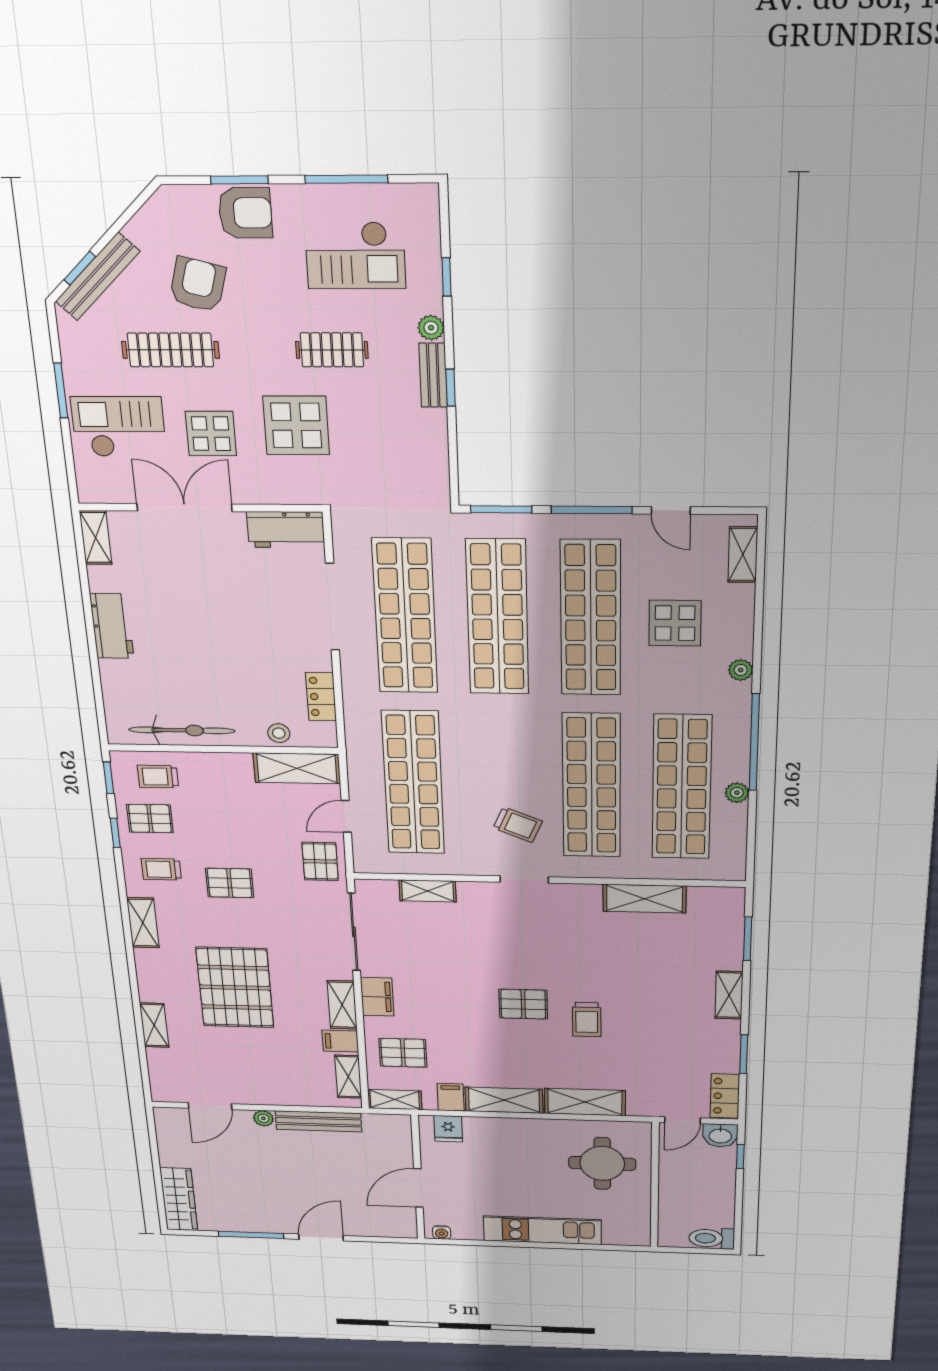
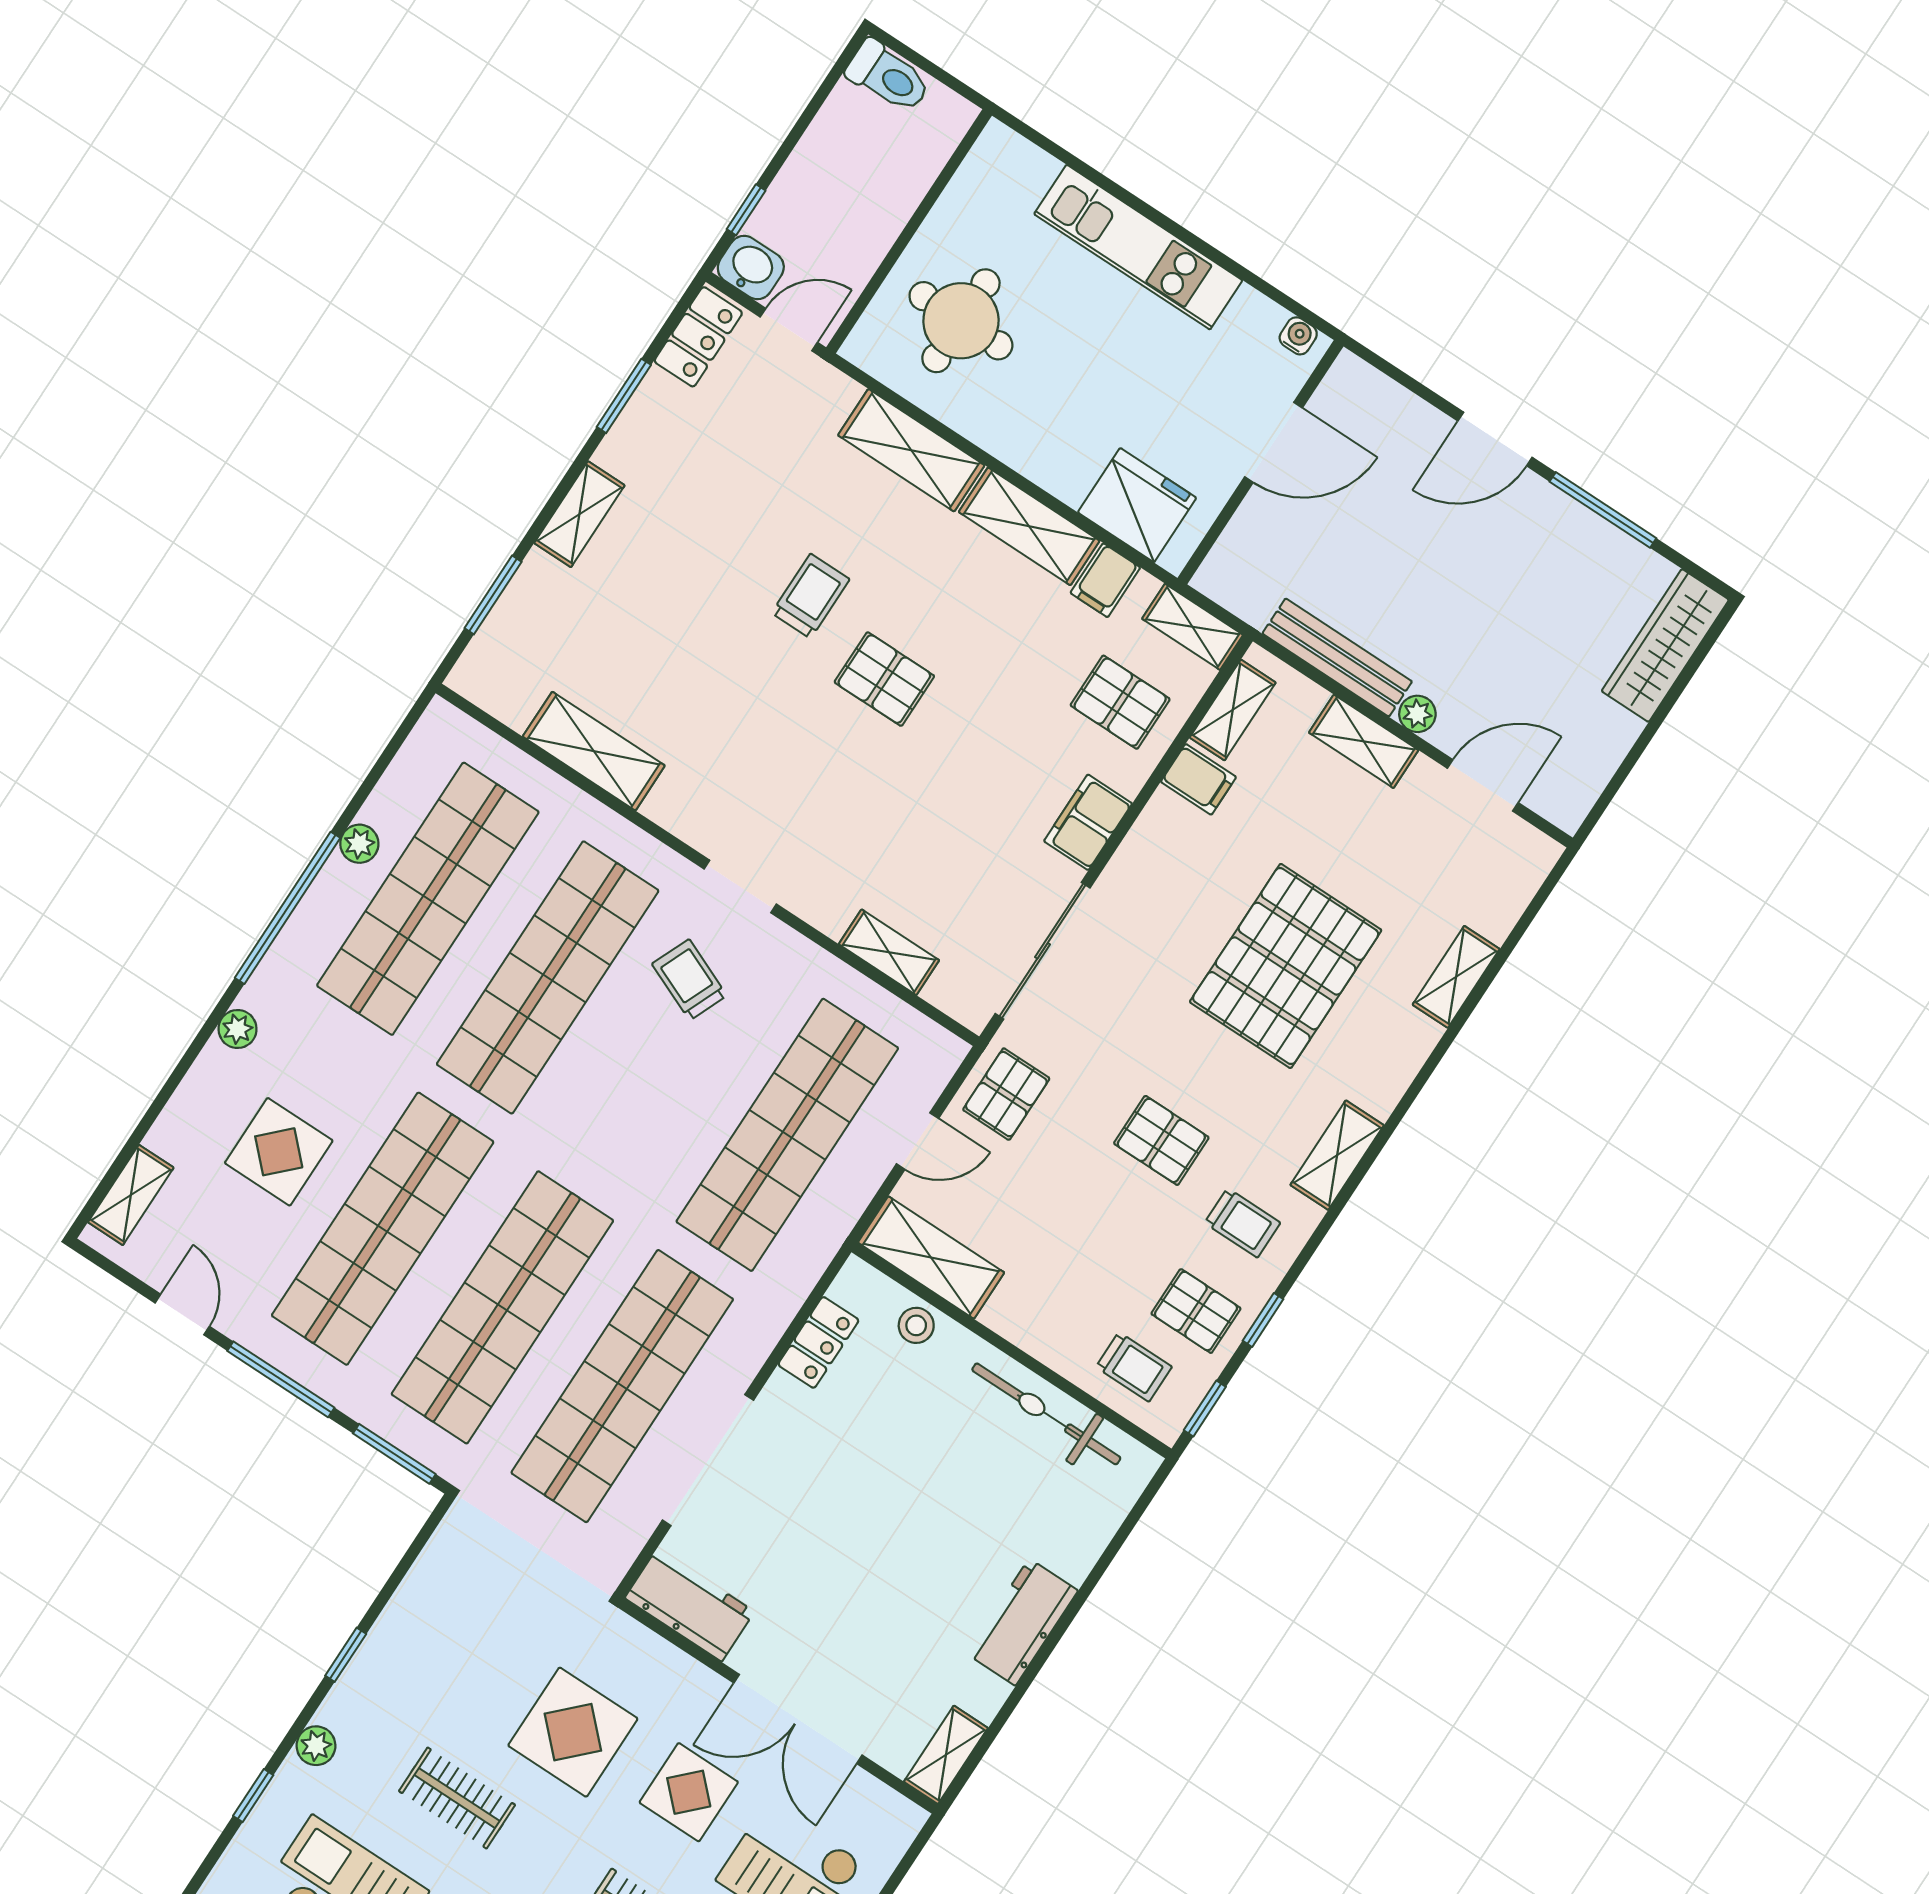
bench: (433, 375) -> (356, 1684), removed
shelving: (342, 1005) -> (1364, 741), moved, turned 90
fridge: (448, 1129) -> (1137, 505), width x1.88, depth x1.34

